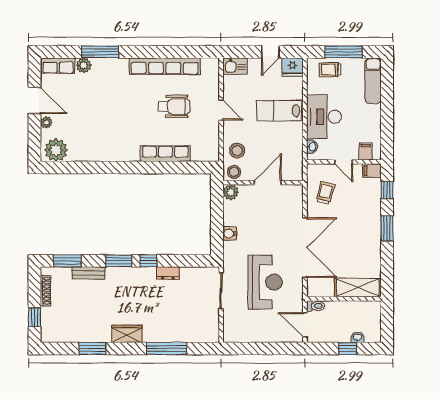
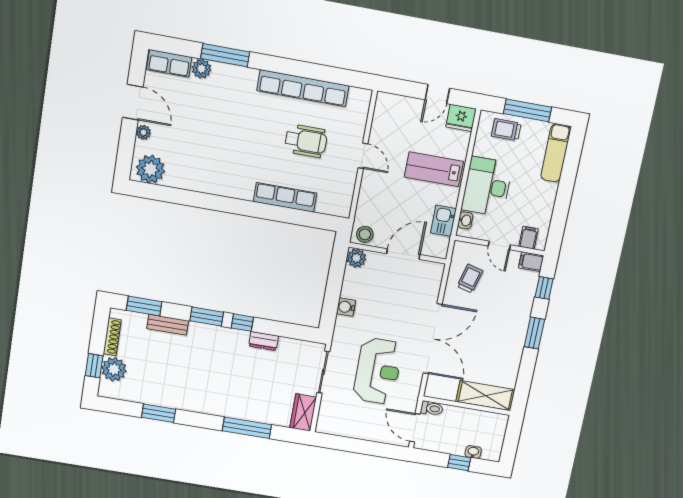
kitchen sink: (235, 66) -> (443, 221), moved, turned 90
stool: (237, 151) -> (373, 209), removed
plant: (51, 317) -> (114, 369), added
wardrobe: (127, 334) -> (303, 412), moved, turned -90

